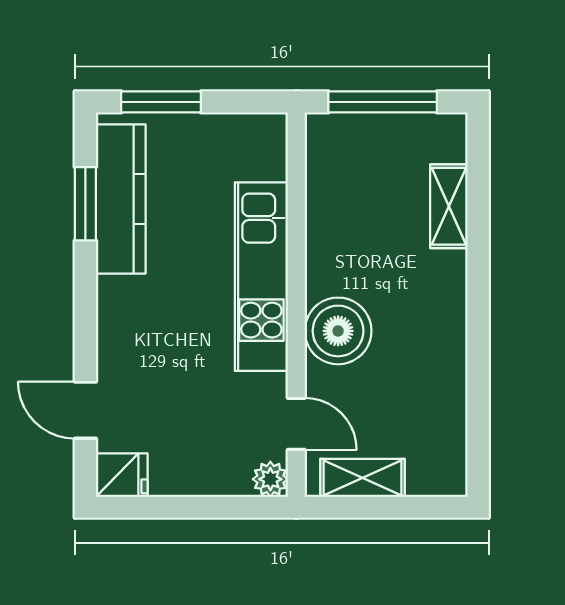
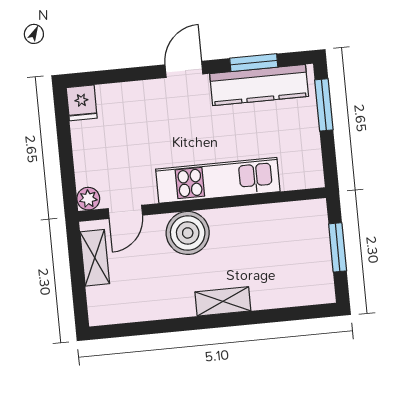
window: (383, 102) -> (338, 247), width x0.69
shelving: (449, 206) -> (223, 301), moved
door: (85, 410) -> (184, 69), moved

